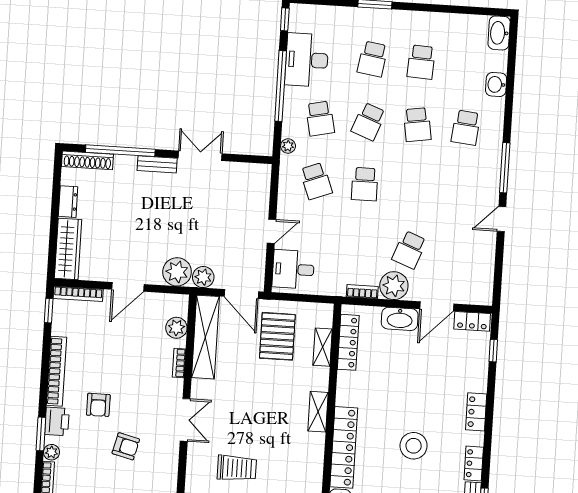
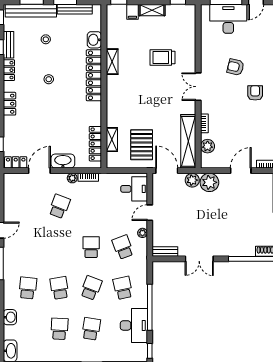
plant: (288, 146) -> (142, 233), moved
bench: (157, 164) -> (165, 251), moved
plant: (394, 286) -> (72, 178), width x0.53, depth x0.53
shelving: (318, 412) -> (112, 62), moved
stool: (414, 446) -> (49, 79), width x0.53, depth x0.53

